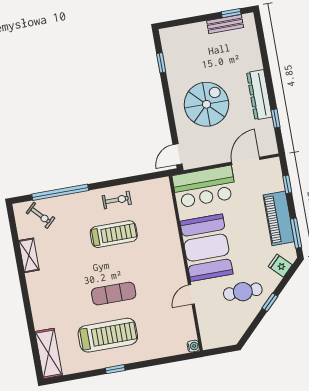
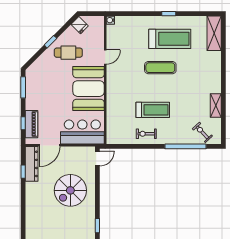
dresser: (259, 95) -> (32, 164), moved
piano: (279, 218) -> (31, 124), moved, width x0.73, depth x0.75
treadmill: (114, 234) -> (153, 110), turned 180
fridge: (280, 266) -> (80, 25), moved
treadmill: (108, 335) -> (170, 39), turned 180

